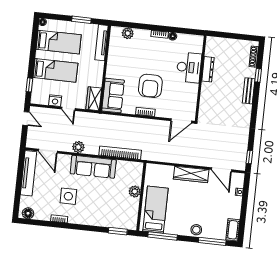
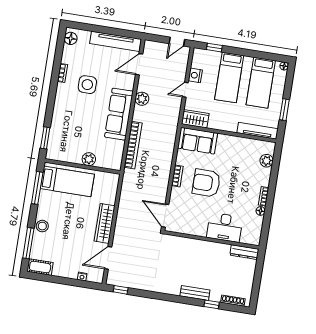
dresser: (208, 69) -> (244, 252), moved

